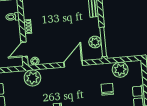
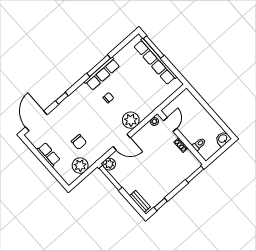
plant: (95, 42) -> (109, 164), moved
door: (73, 64) -> (122, 142), hinge flipped
plant: (32, 78) -> (131, 120), moved

